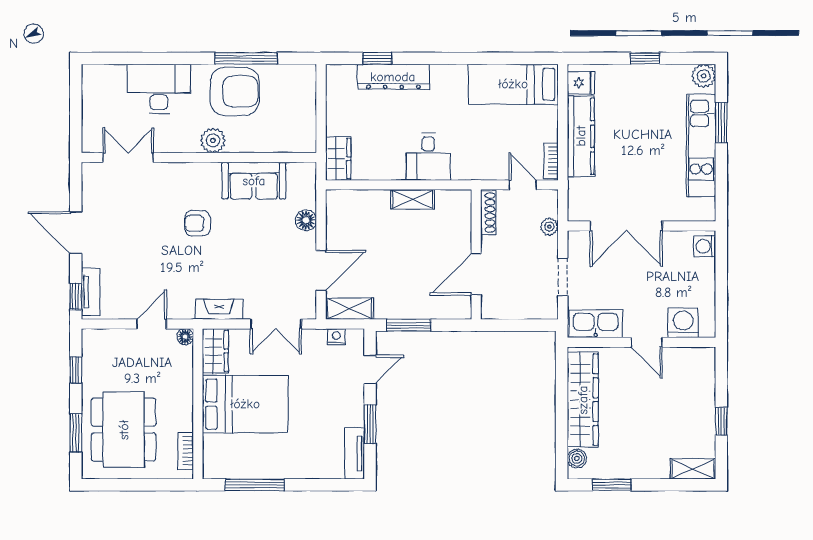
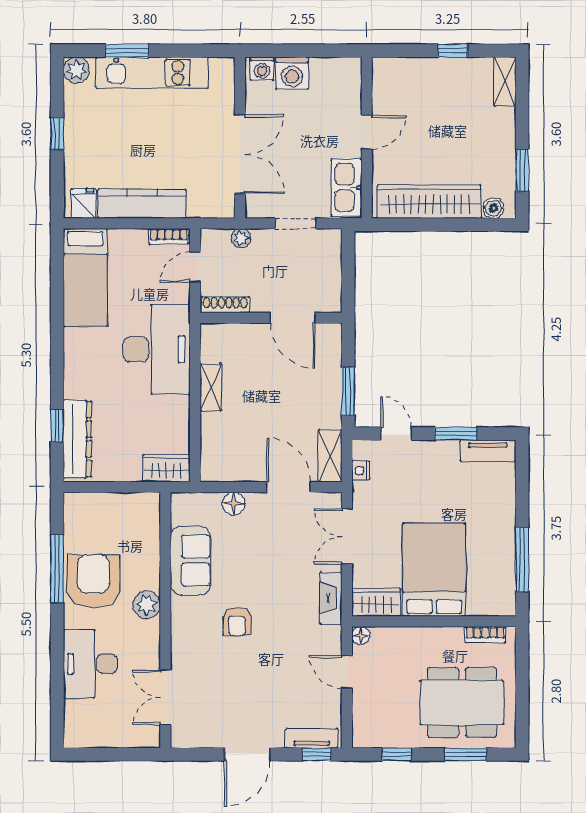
dresser: (393, 77) -> (77, 439), moved
desk: (428, 157) -> (157, 349), width x1.87, depth x1.30
washing machine: (683, 323) -> (292, 73), moved, turned -90
double door: (276, 324) -> (347, 536), swing flipped

